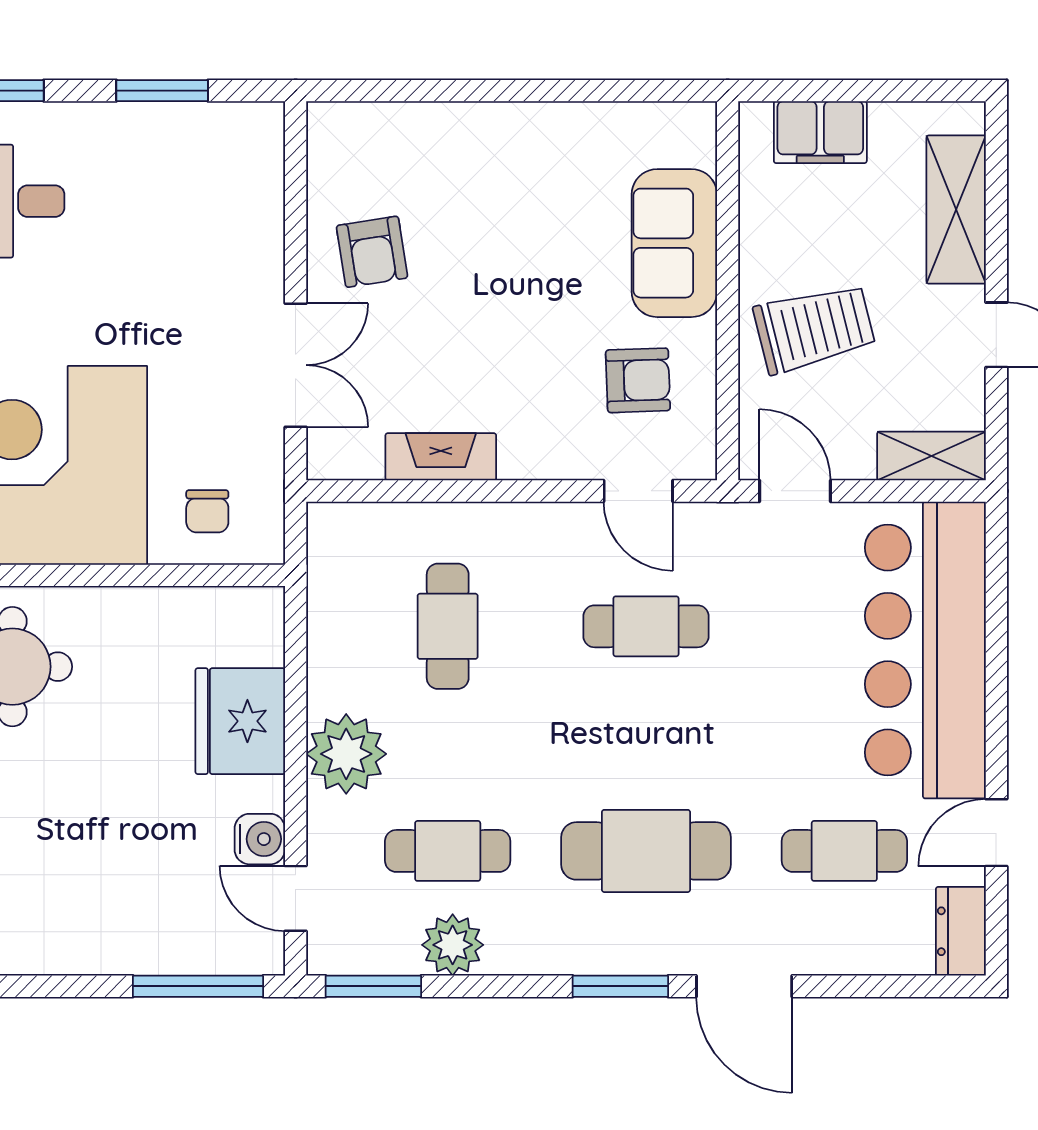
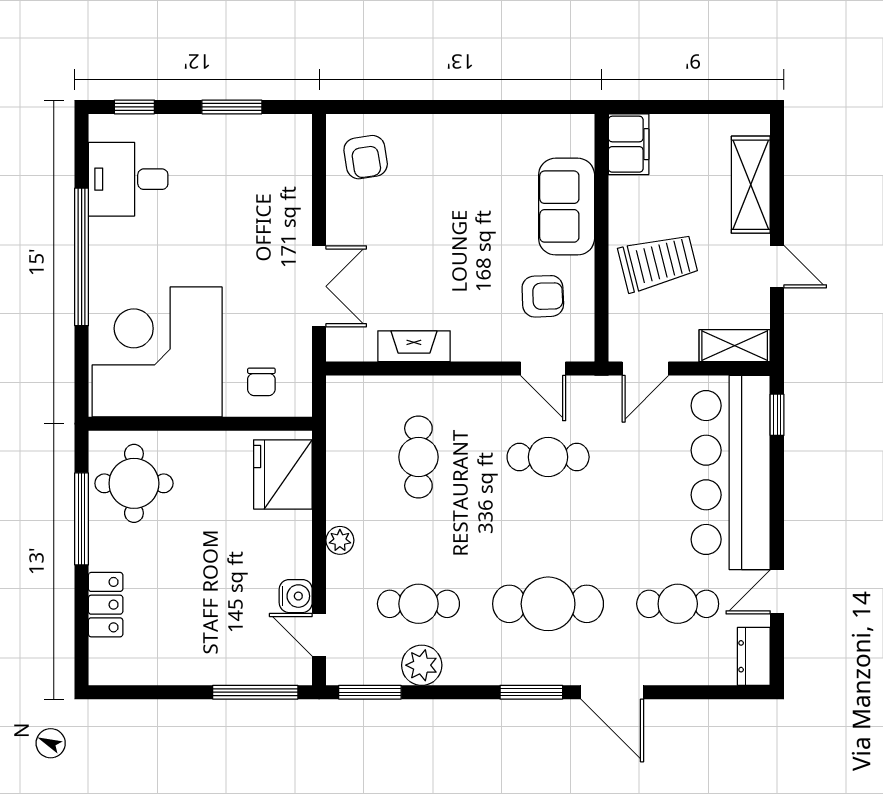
filing cabinet: (820, 132) -> (629, 144), moved, turned -90
armchair: (372, 252) -> (366, 157), moved
door: (795, 491) -> (645, 369), swing flipped
window: (996, 562) -> (777, 415), added
fridge: (240, 721) -> (283, 474), moved
plant: (346, 754) -> (340, 540), width x0.53, depth x0.53

